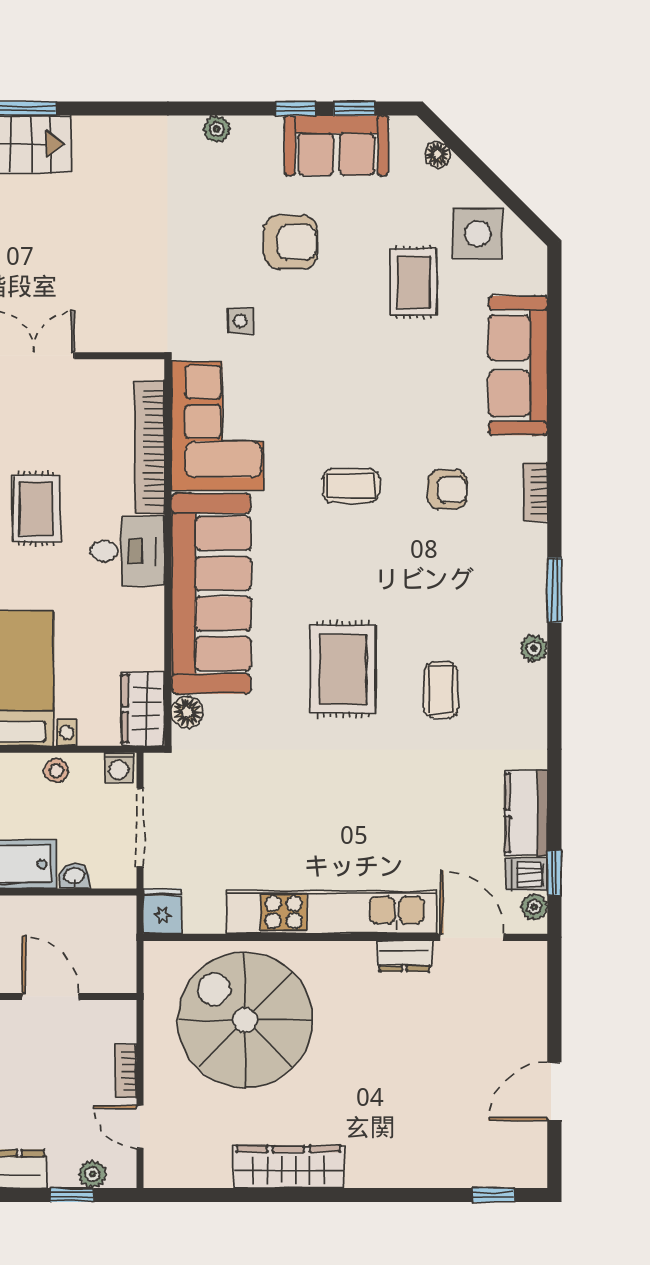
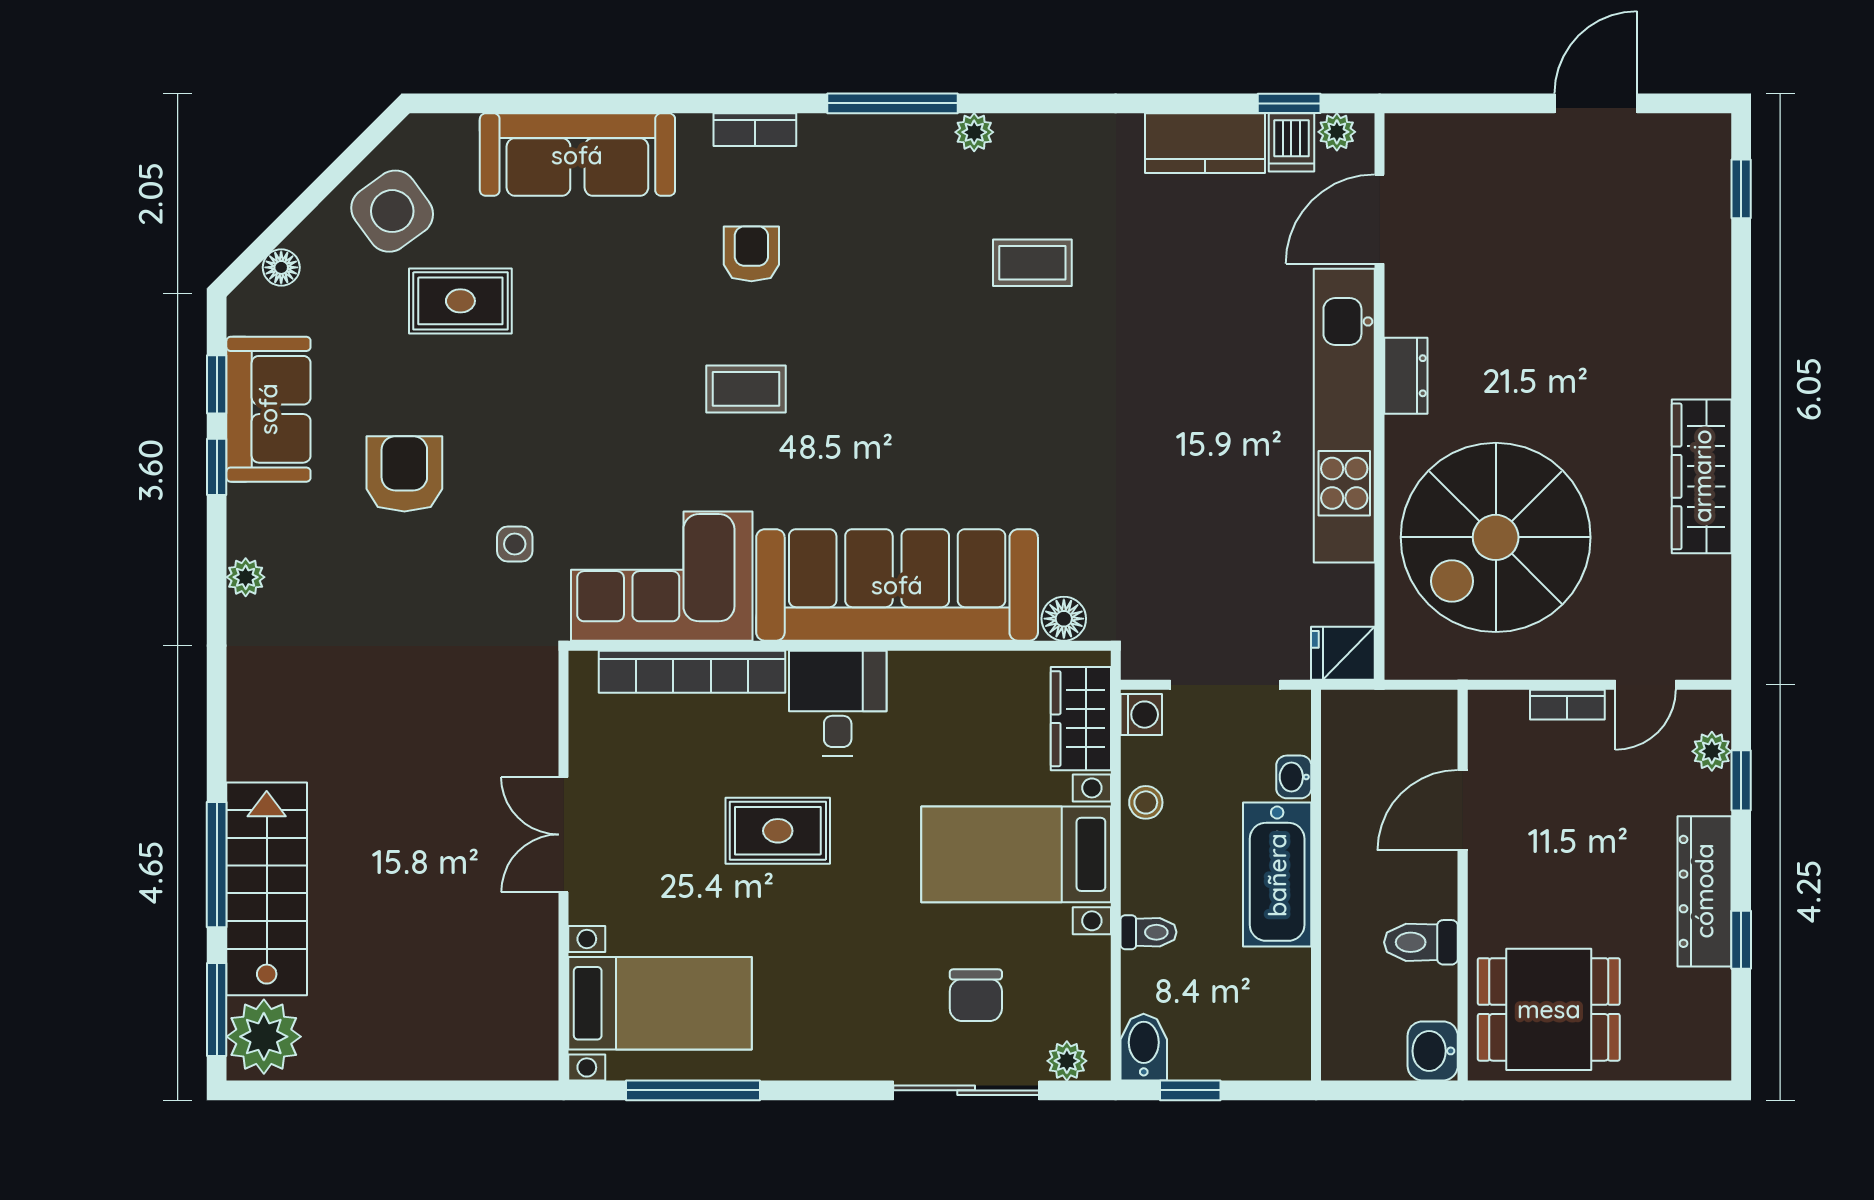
side table: (478, 234) -> (392, 211), turned -36
coffee table: (351, 486) -> (746, 389), turned 90
window: (554, 590) -> (893, 103), width x1.44
rug: (343, 669) -> (1003, 400), removed
wardrobe: (143, 709) -> (1081, 719), moved, turned 90
dresser: (404, 956) -> (1406, 376), moved
door: (554, 1091) -> (1596, 103), swing flipped

